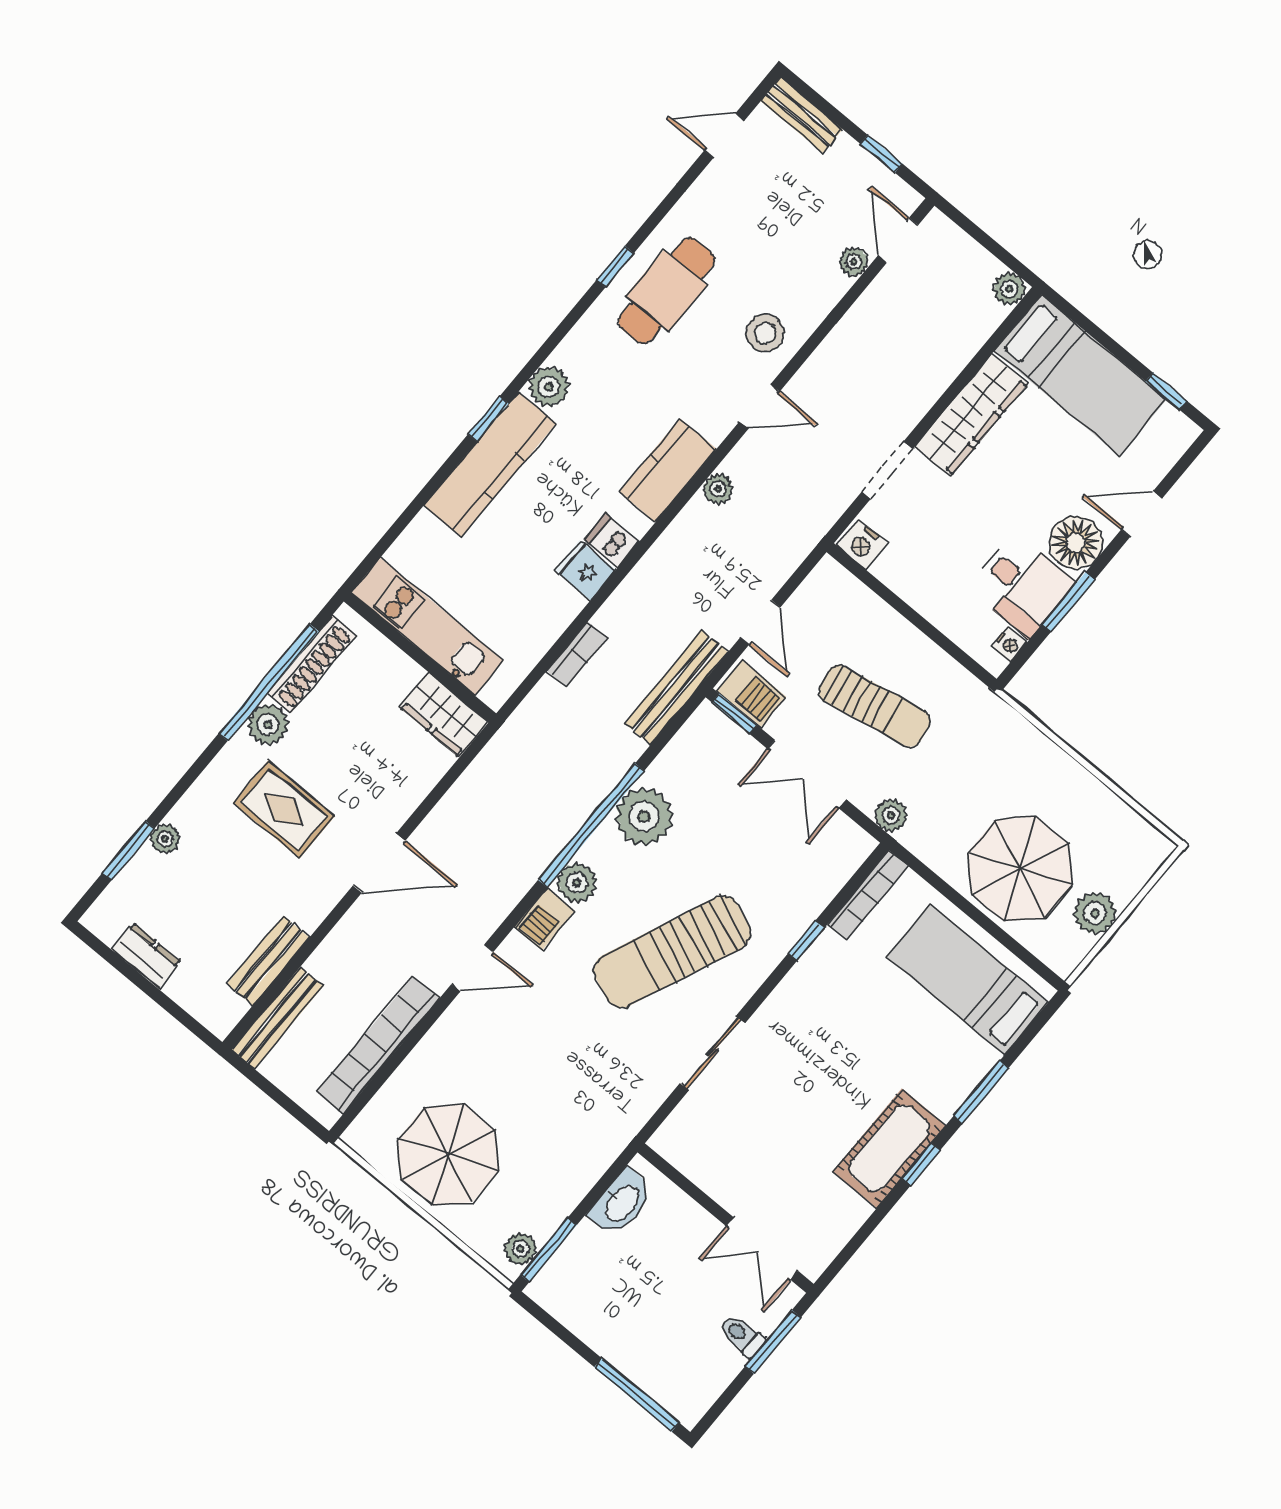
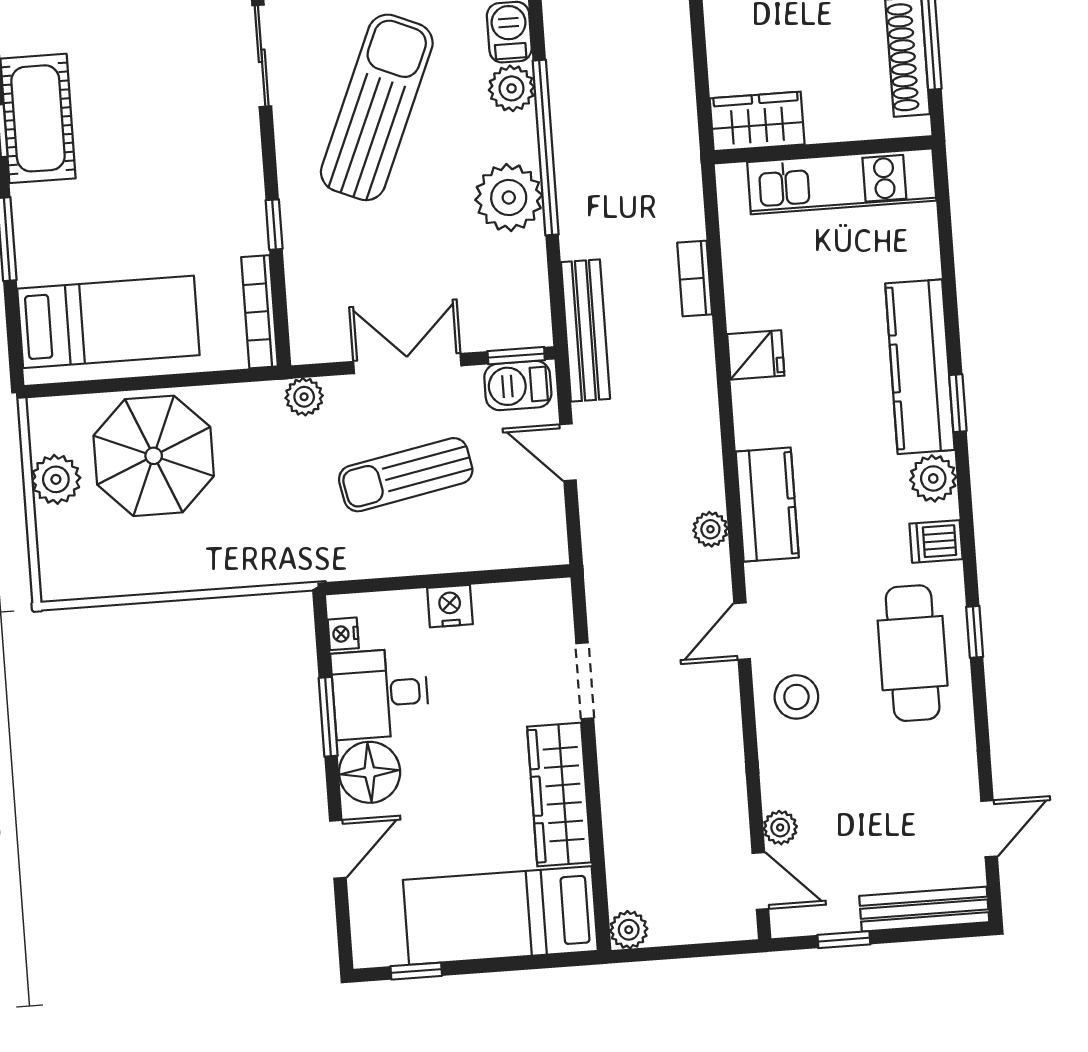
bench: (802, 115) -> (924, 909), width x1.36
dishwasher: (612, 541) -> (936, 541), moved, turned 180
nightstand: (862, 544) -> (450, 606), moved

